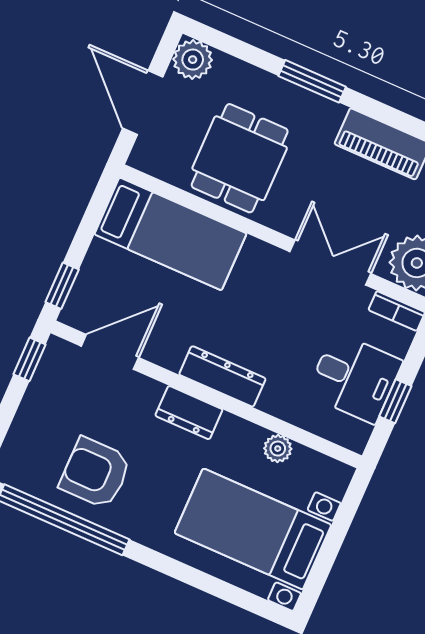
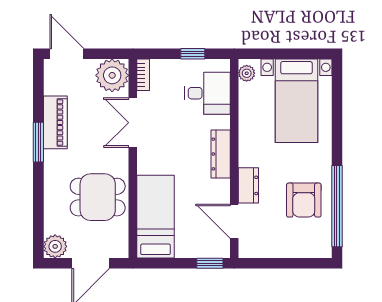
window: (312, 81) -> (38, 142), moved
window: (30, 359) -> (258, 263), removed
desk: (355, 378) -> (207, 93), moved, turned 90
dresser: (189, 413) -> (248, 185), moved
plant: (278, 449) -> (247, 73), moved

